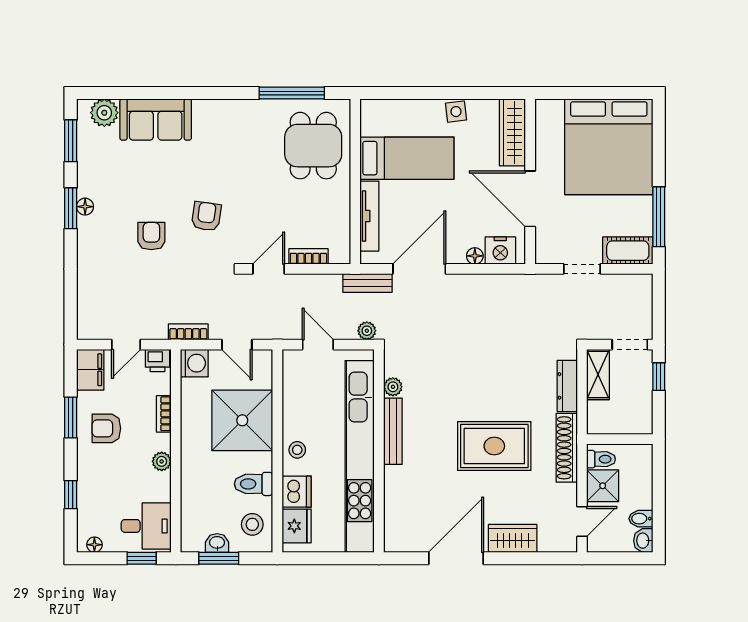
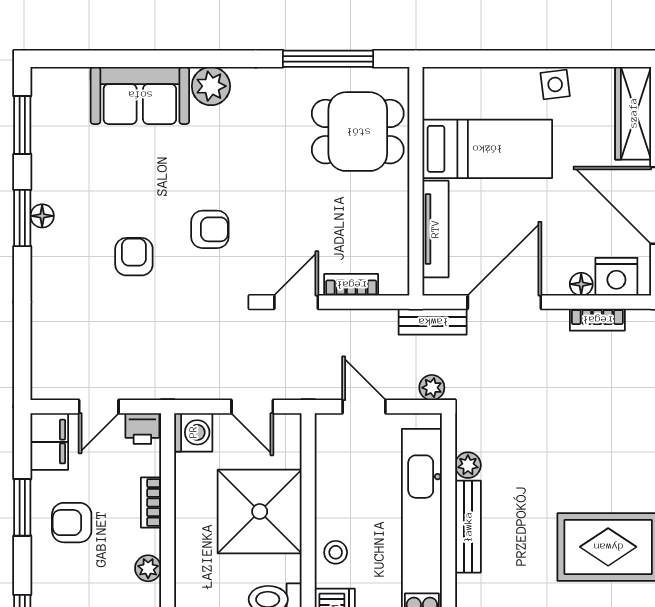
plant: (104, 113) -> (211, 86), moved
dining table: (313, 146) -> (358, 132), turned 90
armchair: (206, 216) -> (210, 229), turned 82
bookcase: (188, 332) -> (597, 320), moved, turned 180

